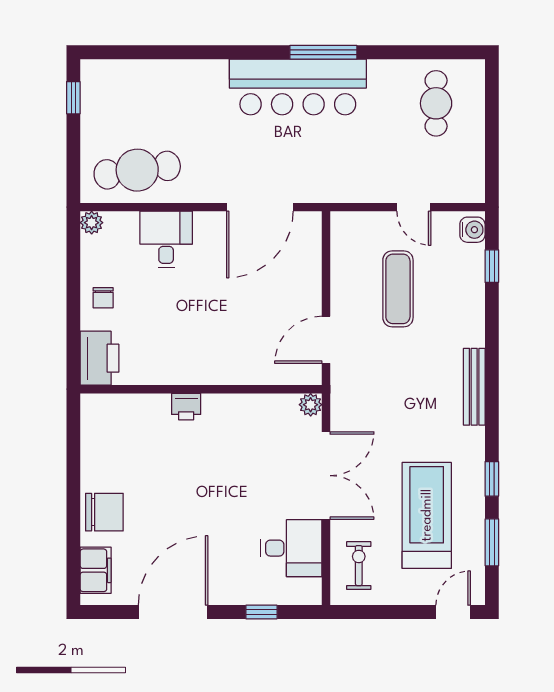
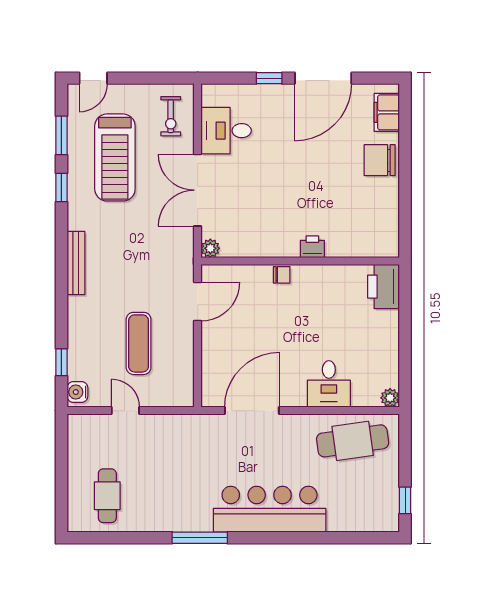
bar counter: (298, 87) -> (270, 509), moved
chair: (103, 298) -> (282, 275), moved, turned 90
window: (261, 612) -> (269, 78), moved

